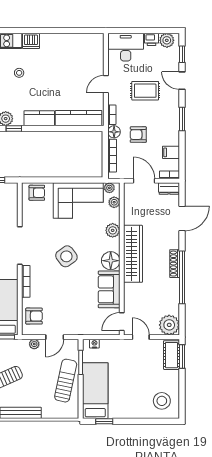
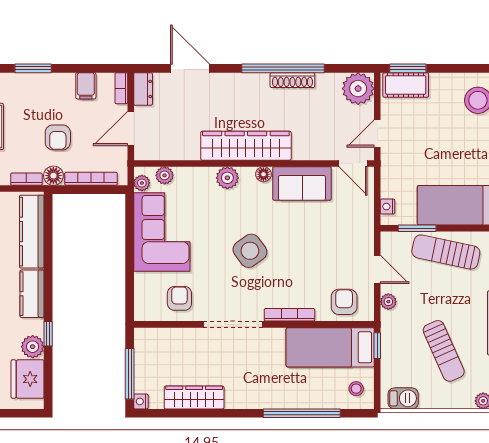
armchair: (37, 193) -> (179, 298), moved
plant: (113, 230) -> (227, 178), moved
floor lamp: (111, 261) -> (263, 174), width x0.53, depth x0.53
shoe rack: (175, 264) -> (292, 80), moved

